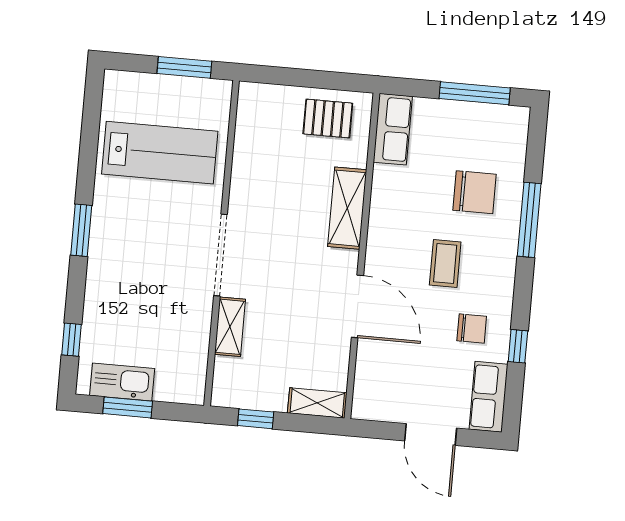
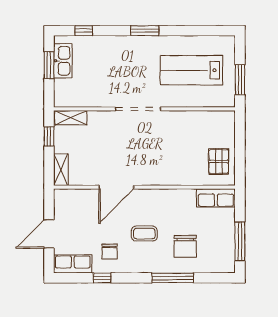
lab bench: (160, 153) -> (192, 70), turned 90
shelving: (347, 208) -> (170, 177), removed
shelving: (230, 327) -> (71, 118), moved

